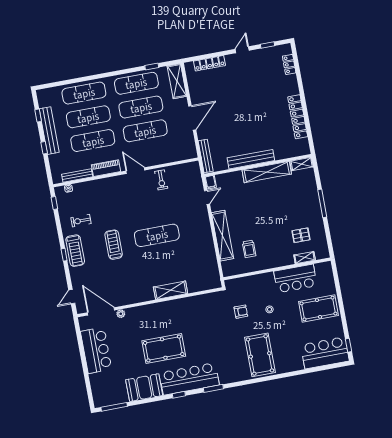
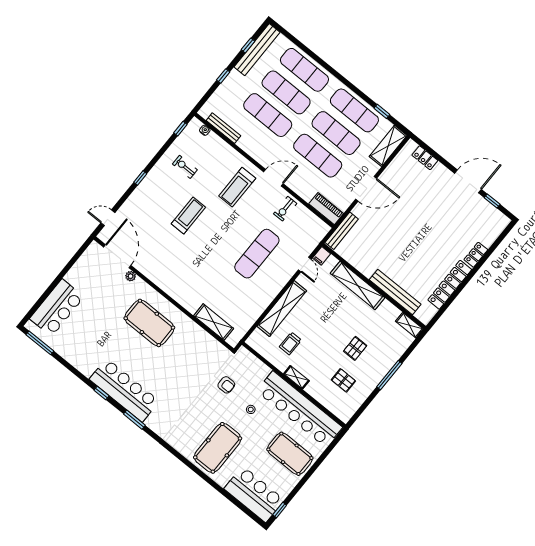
door: (242, 50) -> (468, 181), width x1.87
locker: (210, 63) -> (425, 158), width x0.66
locker: (289, 64) -> (476, 255), moved
bench: (49, 131) -> (257, 50), moved
bench: (251, 159) -> (395, 292), moved
piano: (106, 168) -> (326, 209), moved
door: (135, 171) -> (273, 178), hinge flipped
shelving: (267, 172) -> (358, 285), moved
door: (207, 197) -> (305, 264), hinge flipped
pallet: (287, 211) -> (355, 348), added
exercise mat: (157, 235) -> (257, 254), moved, turned 90
treadmill: (75, 251) -> (237, 187), moved
shelving: (305, 258) -> (296, 377), moved
bar counter: (295, 278) -> (299, 409), width x1.86
shelving: (171, 290) -> (214, 322), moved
pool table: (164, 348) -> (149, 323), moved
bar counter: (96, 350) -> (57, 308), moved
pool table: (260, 355) -> (218, 448), moved
booth: (144, 388) -> (81, 355), removed

